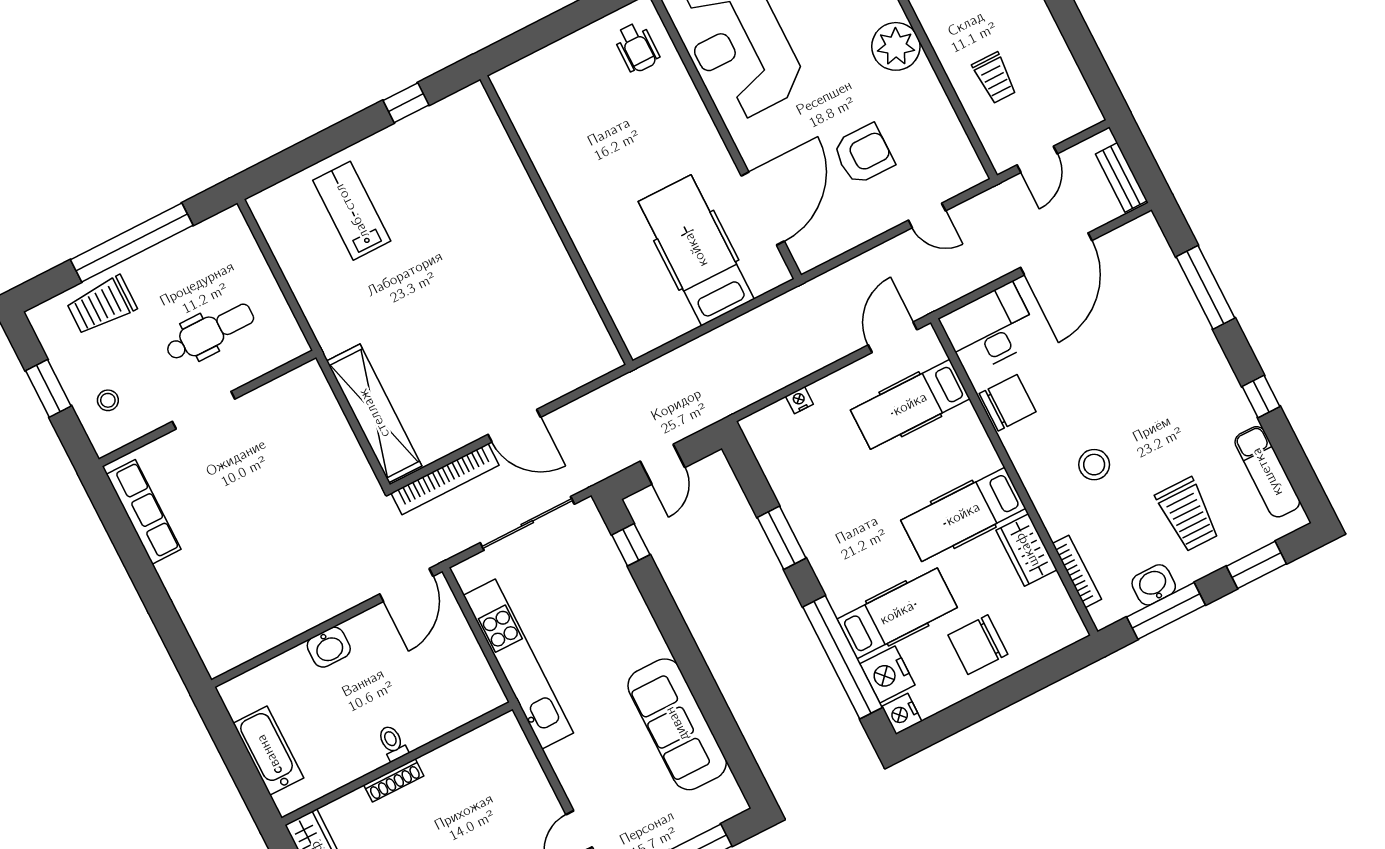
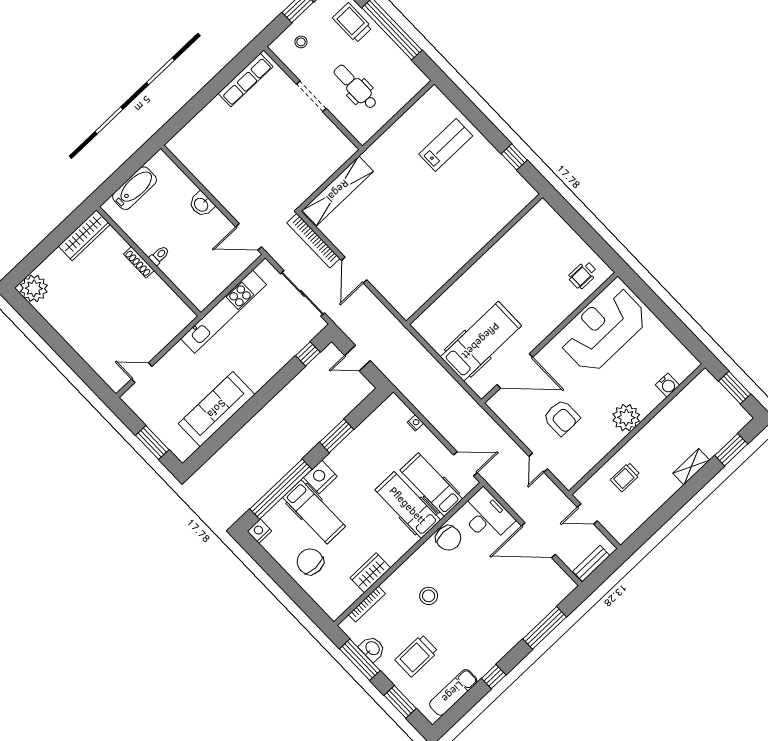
dental chair: (210, 332) -> (355, 87), turned 180
hospital bed: (963, 514) -> (408, 505), moved
nightstand: (887, 674) -> (320, 477), moved

